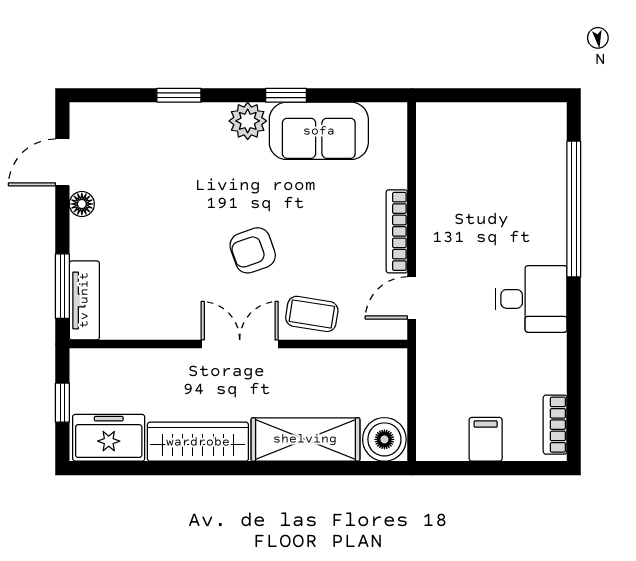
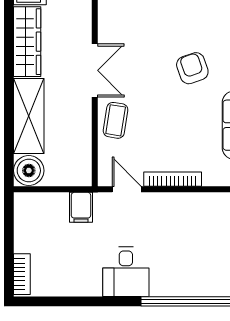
armchair: (253, 250) -> (192, 68), moved
bookcase: (555, 425) -> (22, 274), moved, turned 90
filing cabinet: (486, 439) -> (81, 207), moved, turned 90

